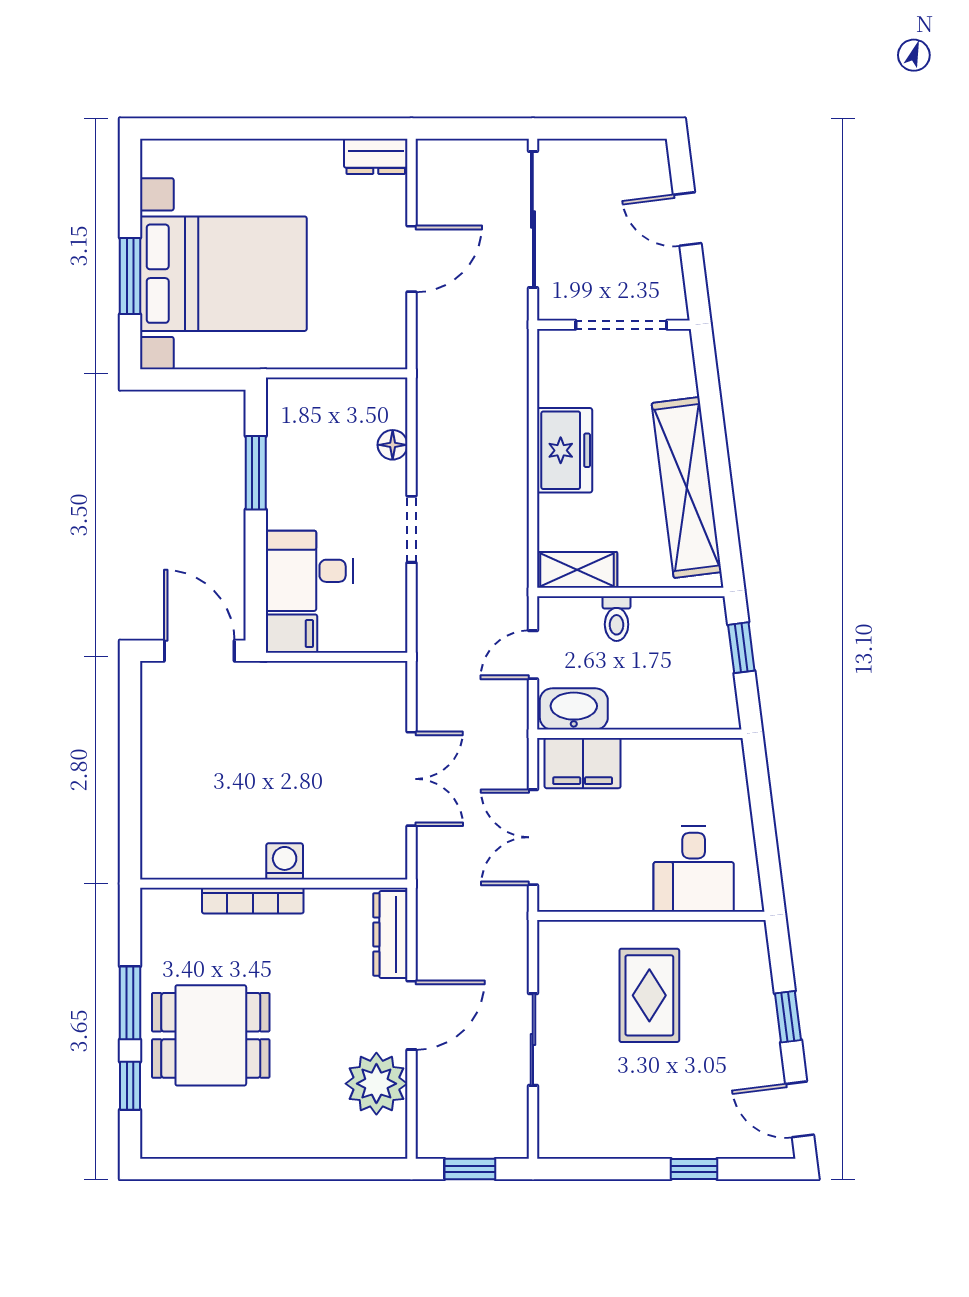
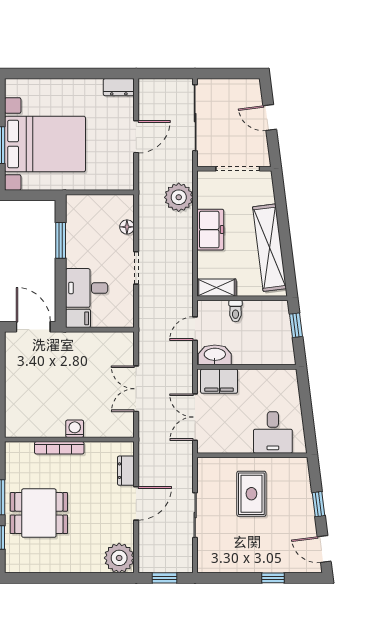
plant: (499, 384) -> (179, 197), added
double door: (412, 779) -> (136, 389), swing flipped
dresser: (390, 934) -> (126, 471), width x0.70
plant: (376, 1084) -> (119, 558), moved

